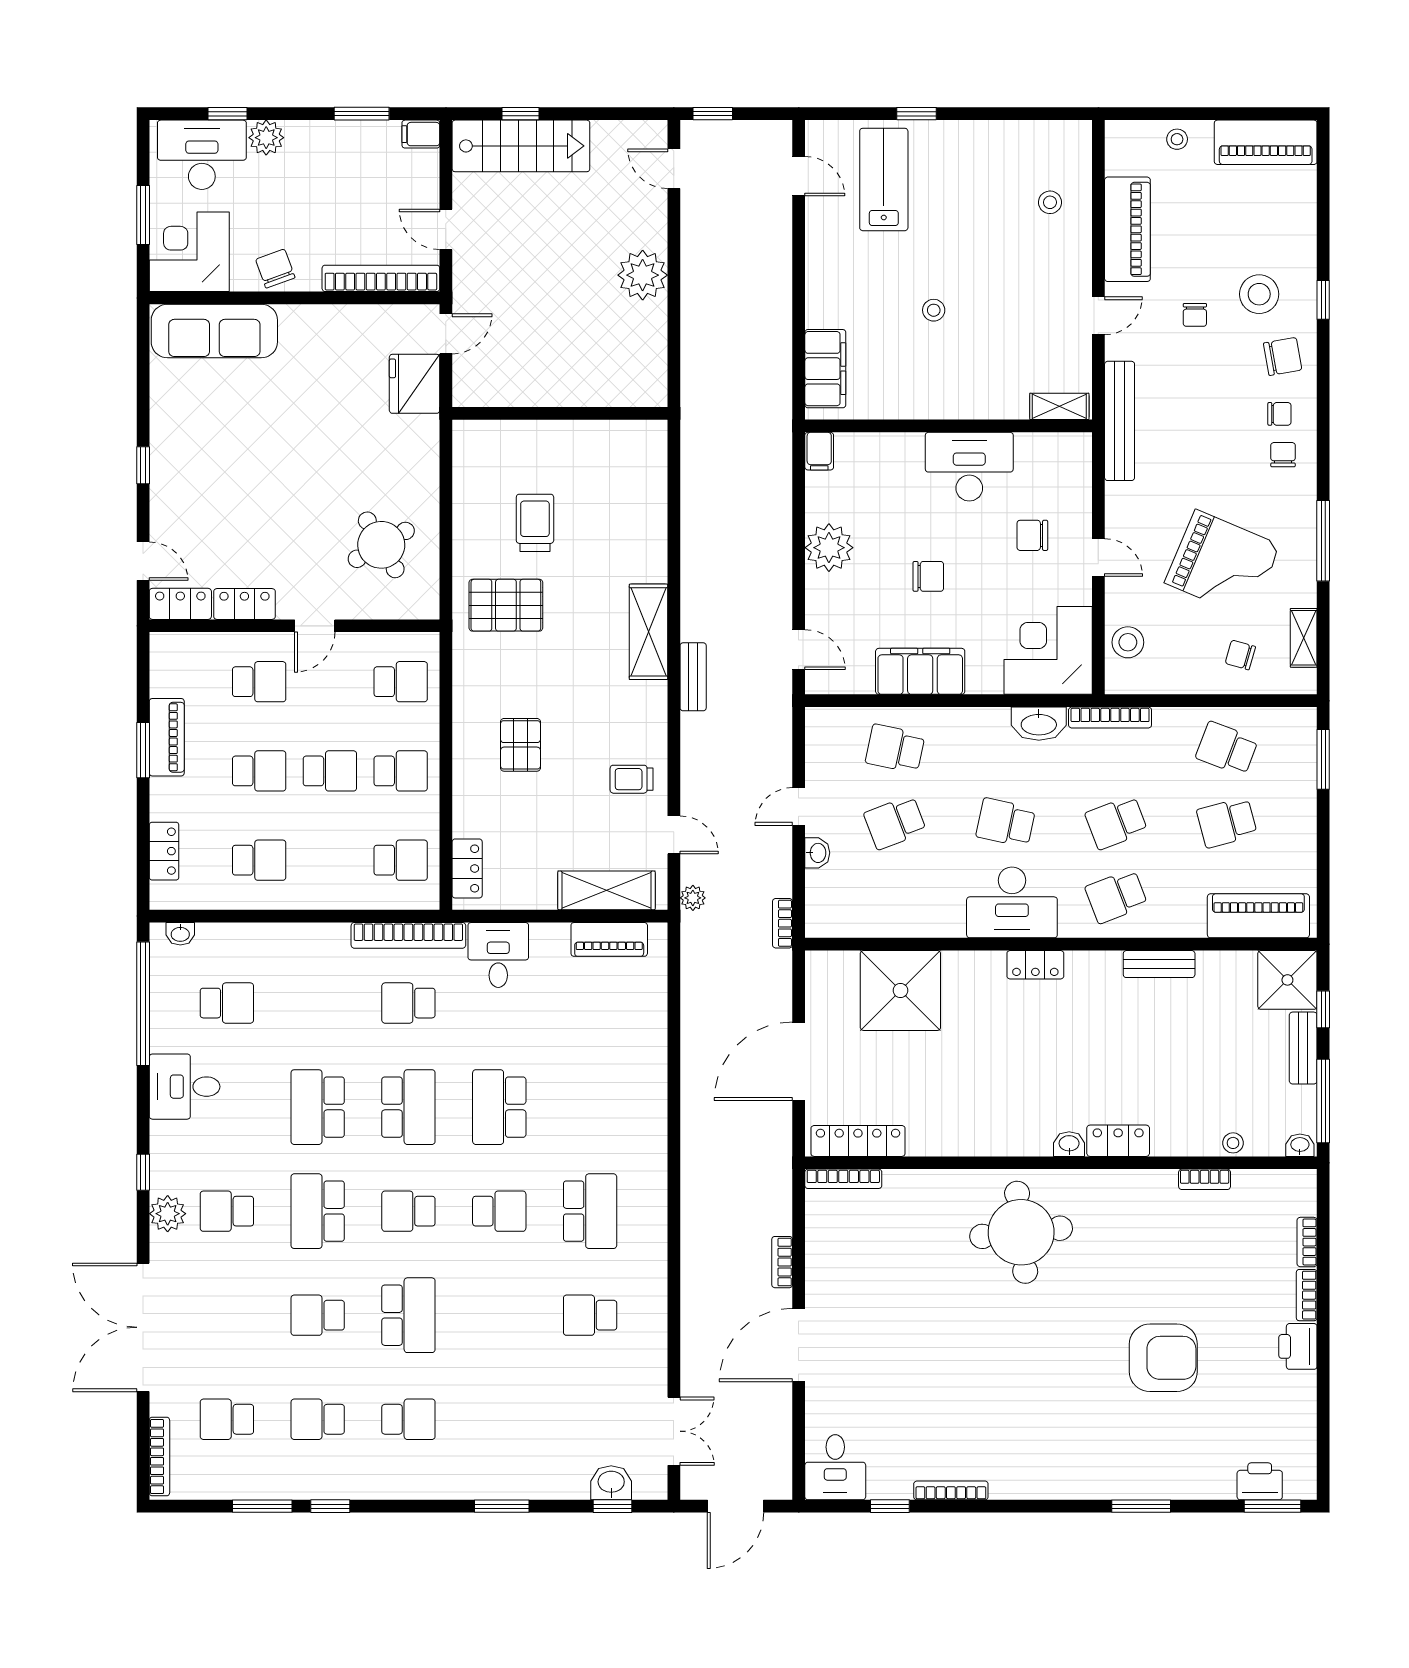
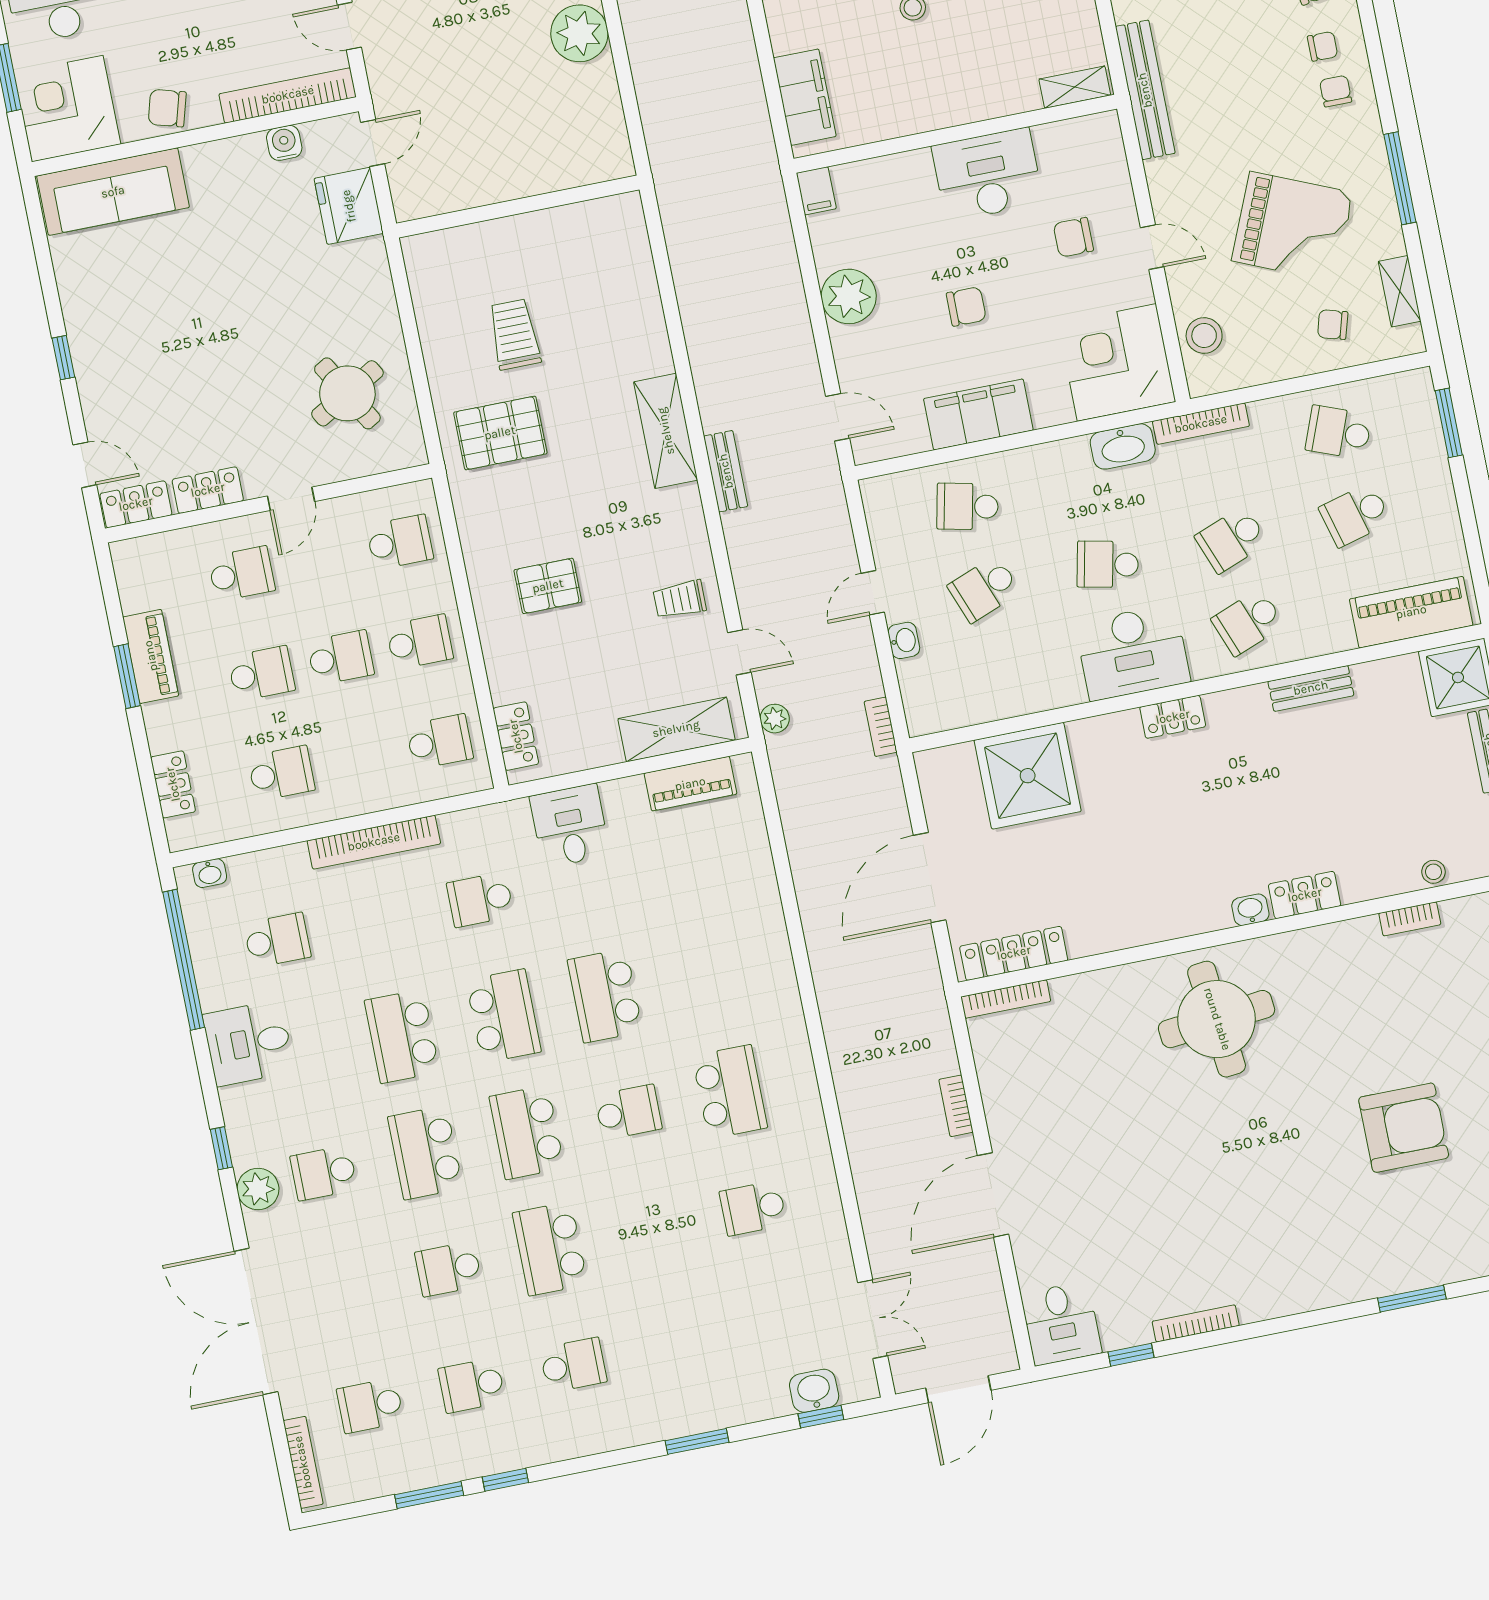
chair: (275, 268) -> (167, 108), turned -54
water cooler: (370, 319) -> (284, 143), added
pallet: (520, 745) -> (548, 586), turned 90
bookcase: (408, 935) -> (374, 842), moved
school desk: (408, 1211) -> (527, 1132), width x1.85
school desk: (408, 1315) -> (550, 1249), turned 180

